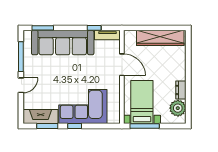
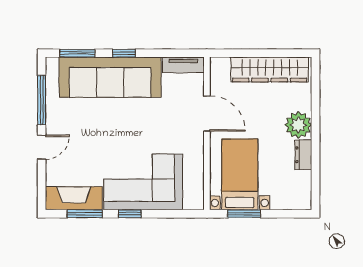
window: (94, 28) -> (124, 53), moved
plant: (178, 108) -> (298, 125), moved
window: (145, 126) -> (244, 214), width x0.69

